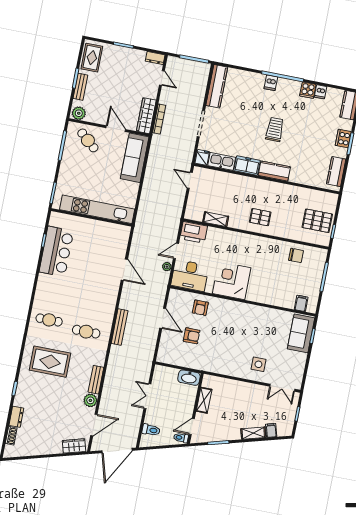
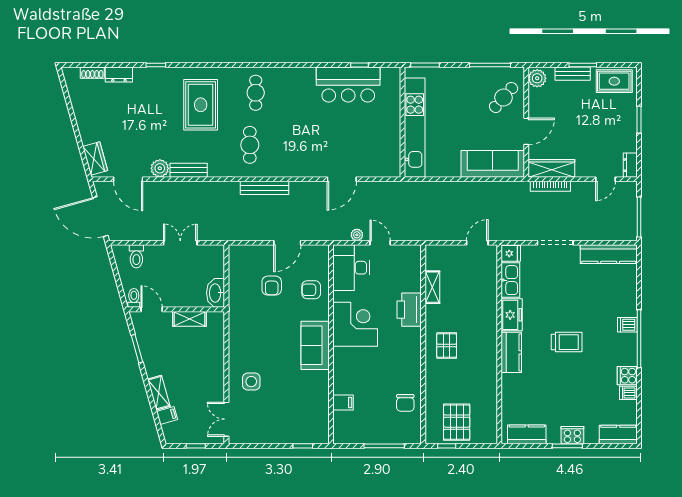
printer: (194, 232) -> (409, 310), moved
filing cabinet: (301, 303) -> (343, 402), moved
sofa: (301, 333) -> (315, 345), moved, turned -90

